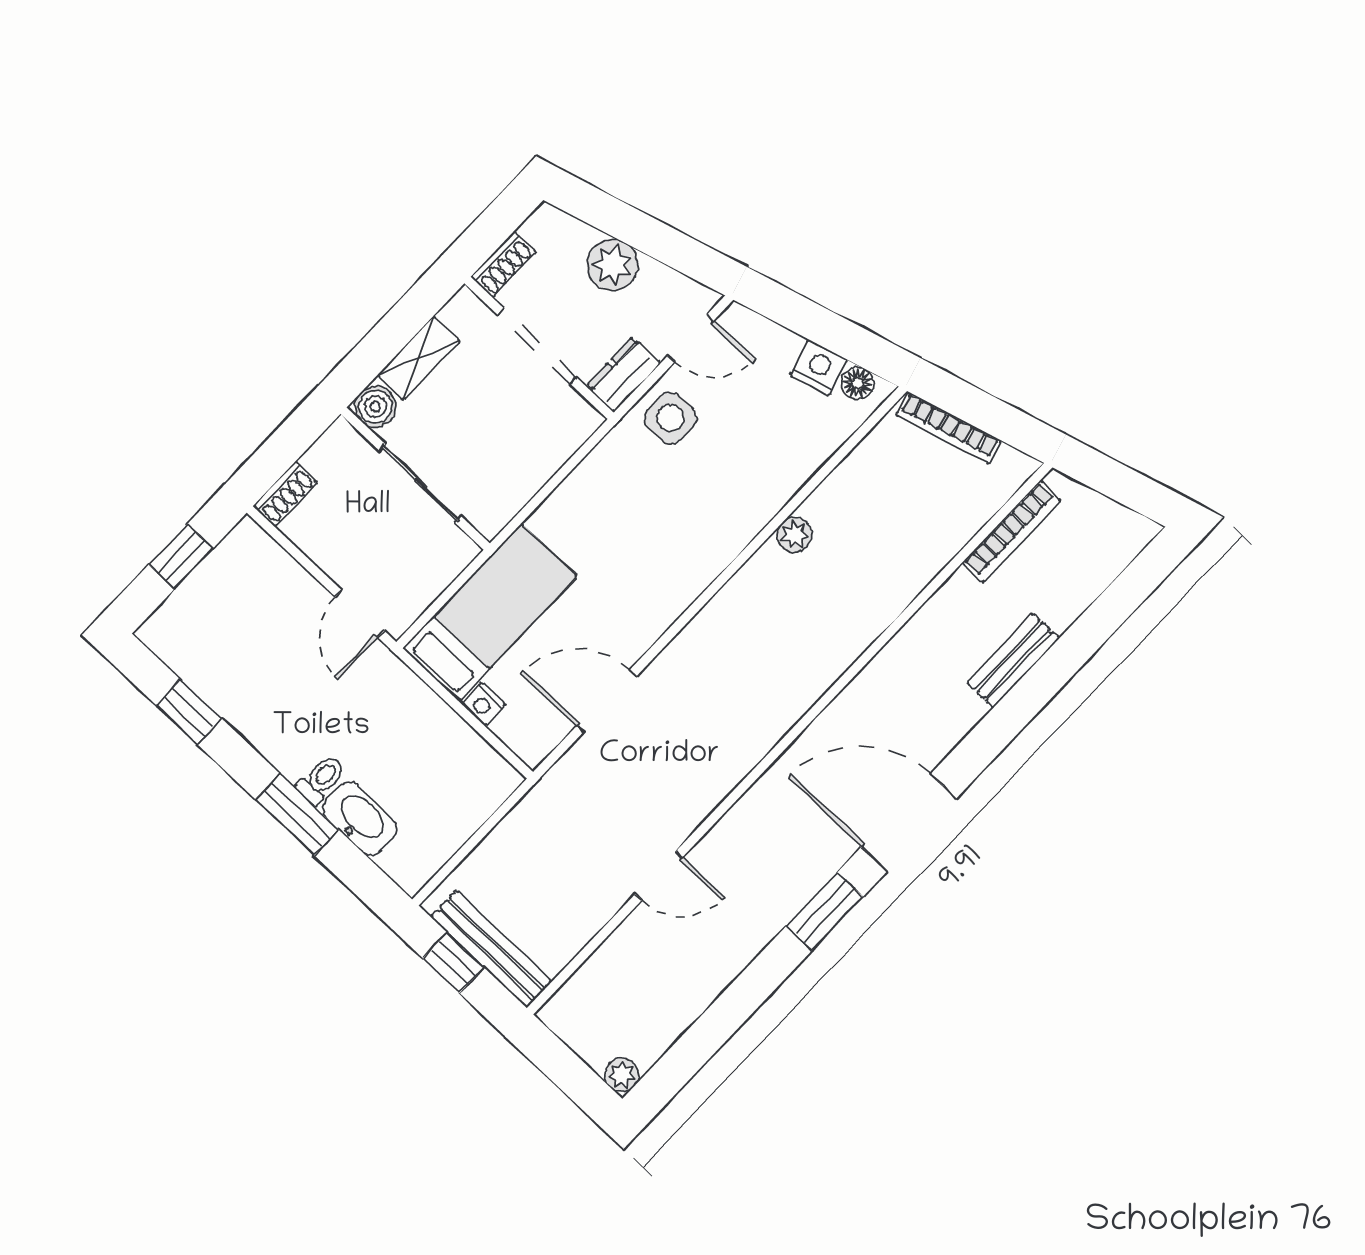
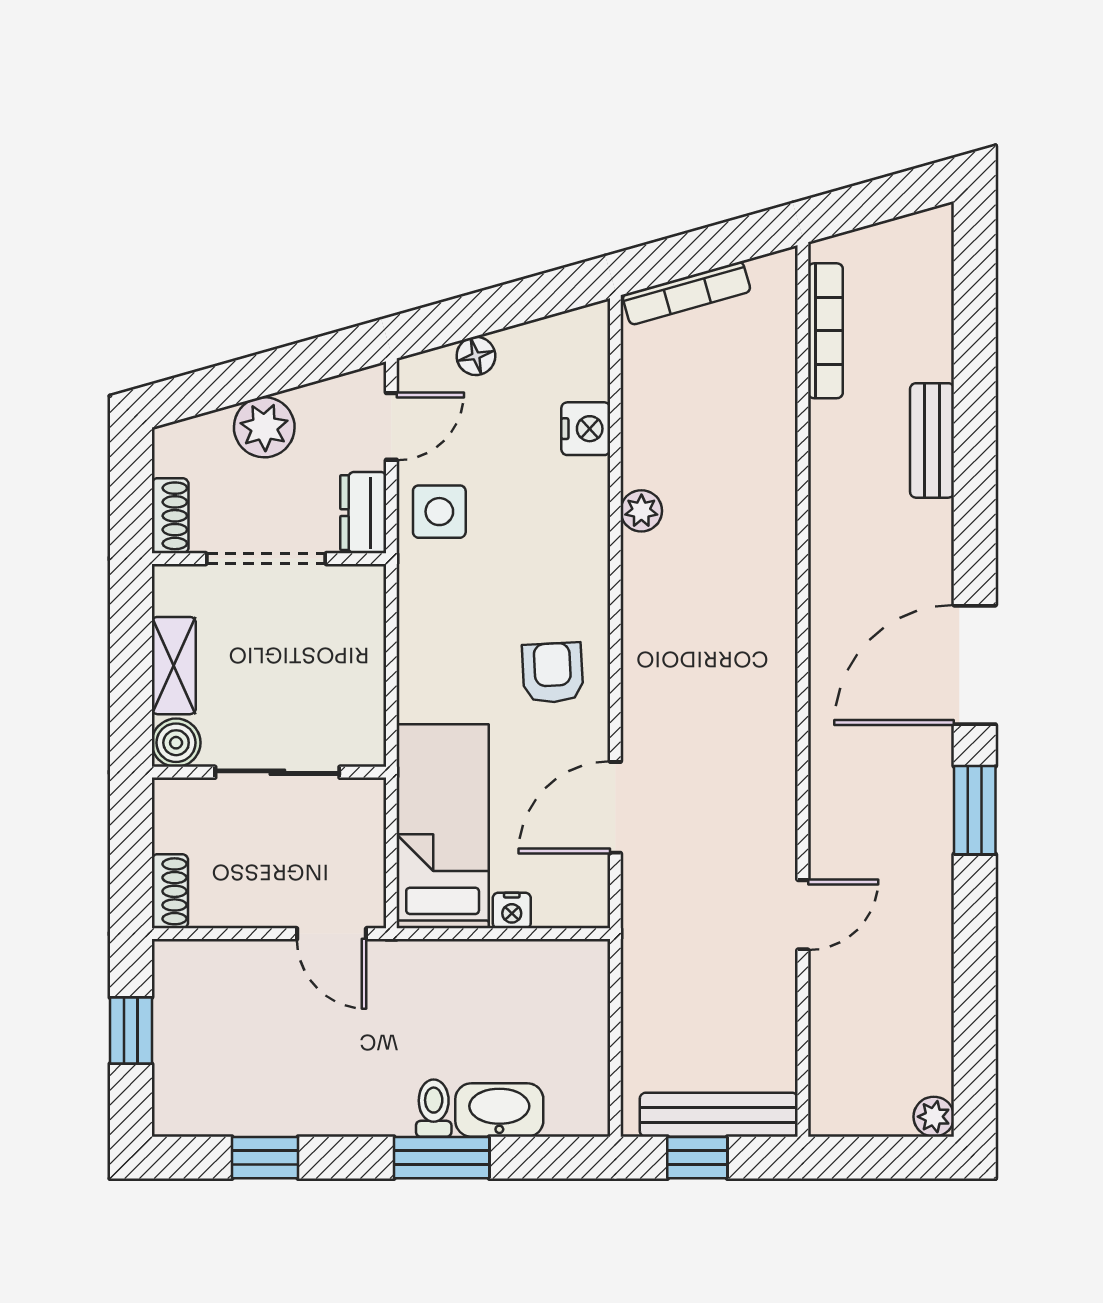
nightstand: (819, 368) -> (586, 429), moved, turned 106
floor lamp: (858, 383) -> (476, 356), moved
armchair: (646, 582) -> (553, 673), added

